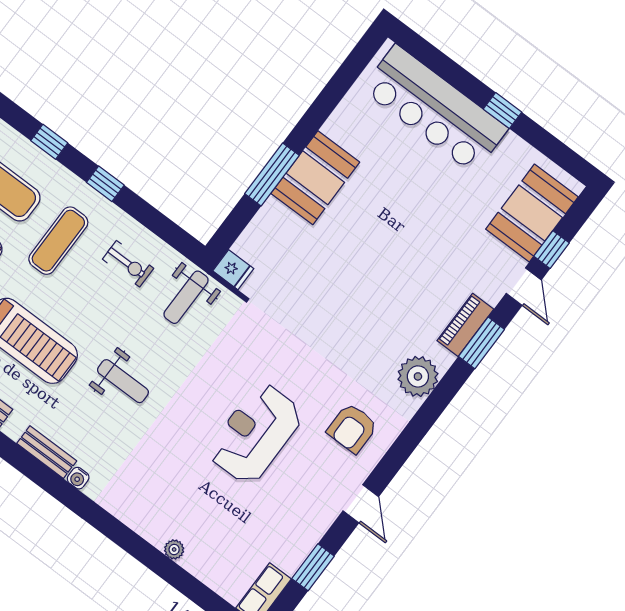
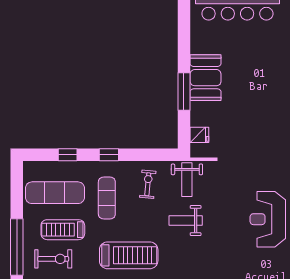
exercise bike: (128, 264) -> (148, 184), turned -85
fridge: (233, 270) -> (199, 135), moved
weight bench: (123, 381) -> (186, 221), moved, turned 180

